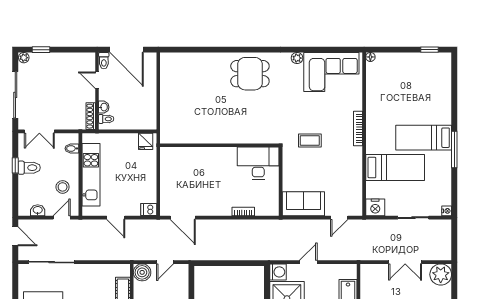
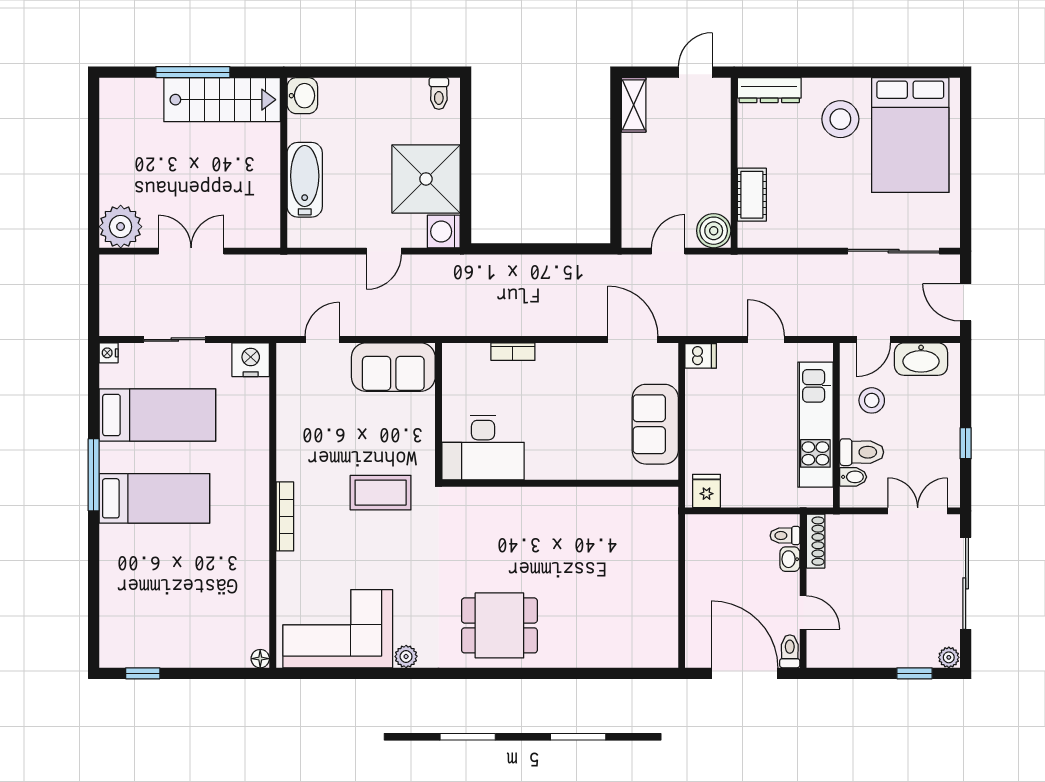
coffee table: (310, 141) -> (381, 493), width x1.36, depth x1.30
toilet: (29, 168) -> (862, 452), moved, turned 180
bed: (395, 168) -> (157, 415), moved, turned 180
sofa: (172, 175) -> (655, 424), added
washbasin: (38, 210) -> (921, 359), width x1.91, depth x1.45

